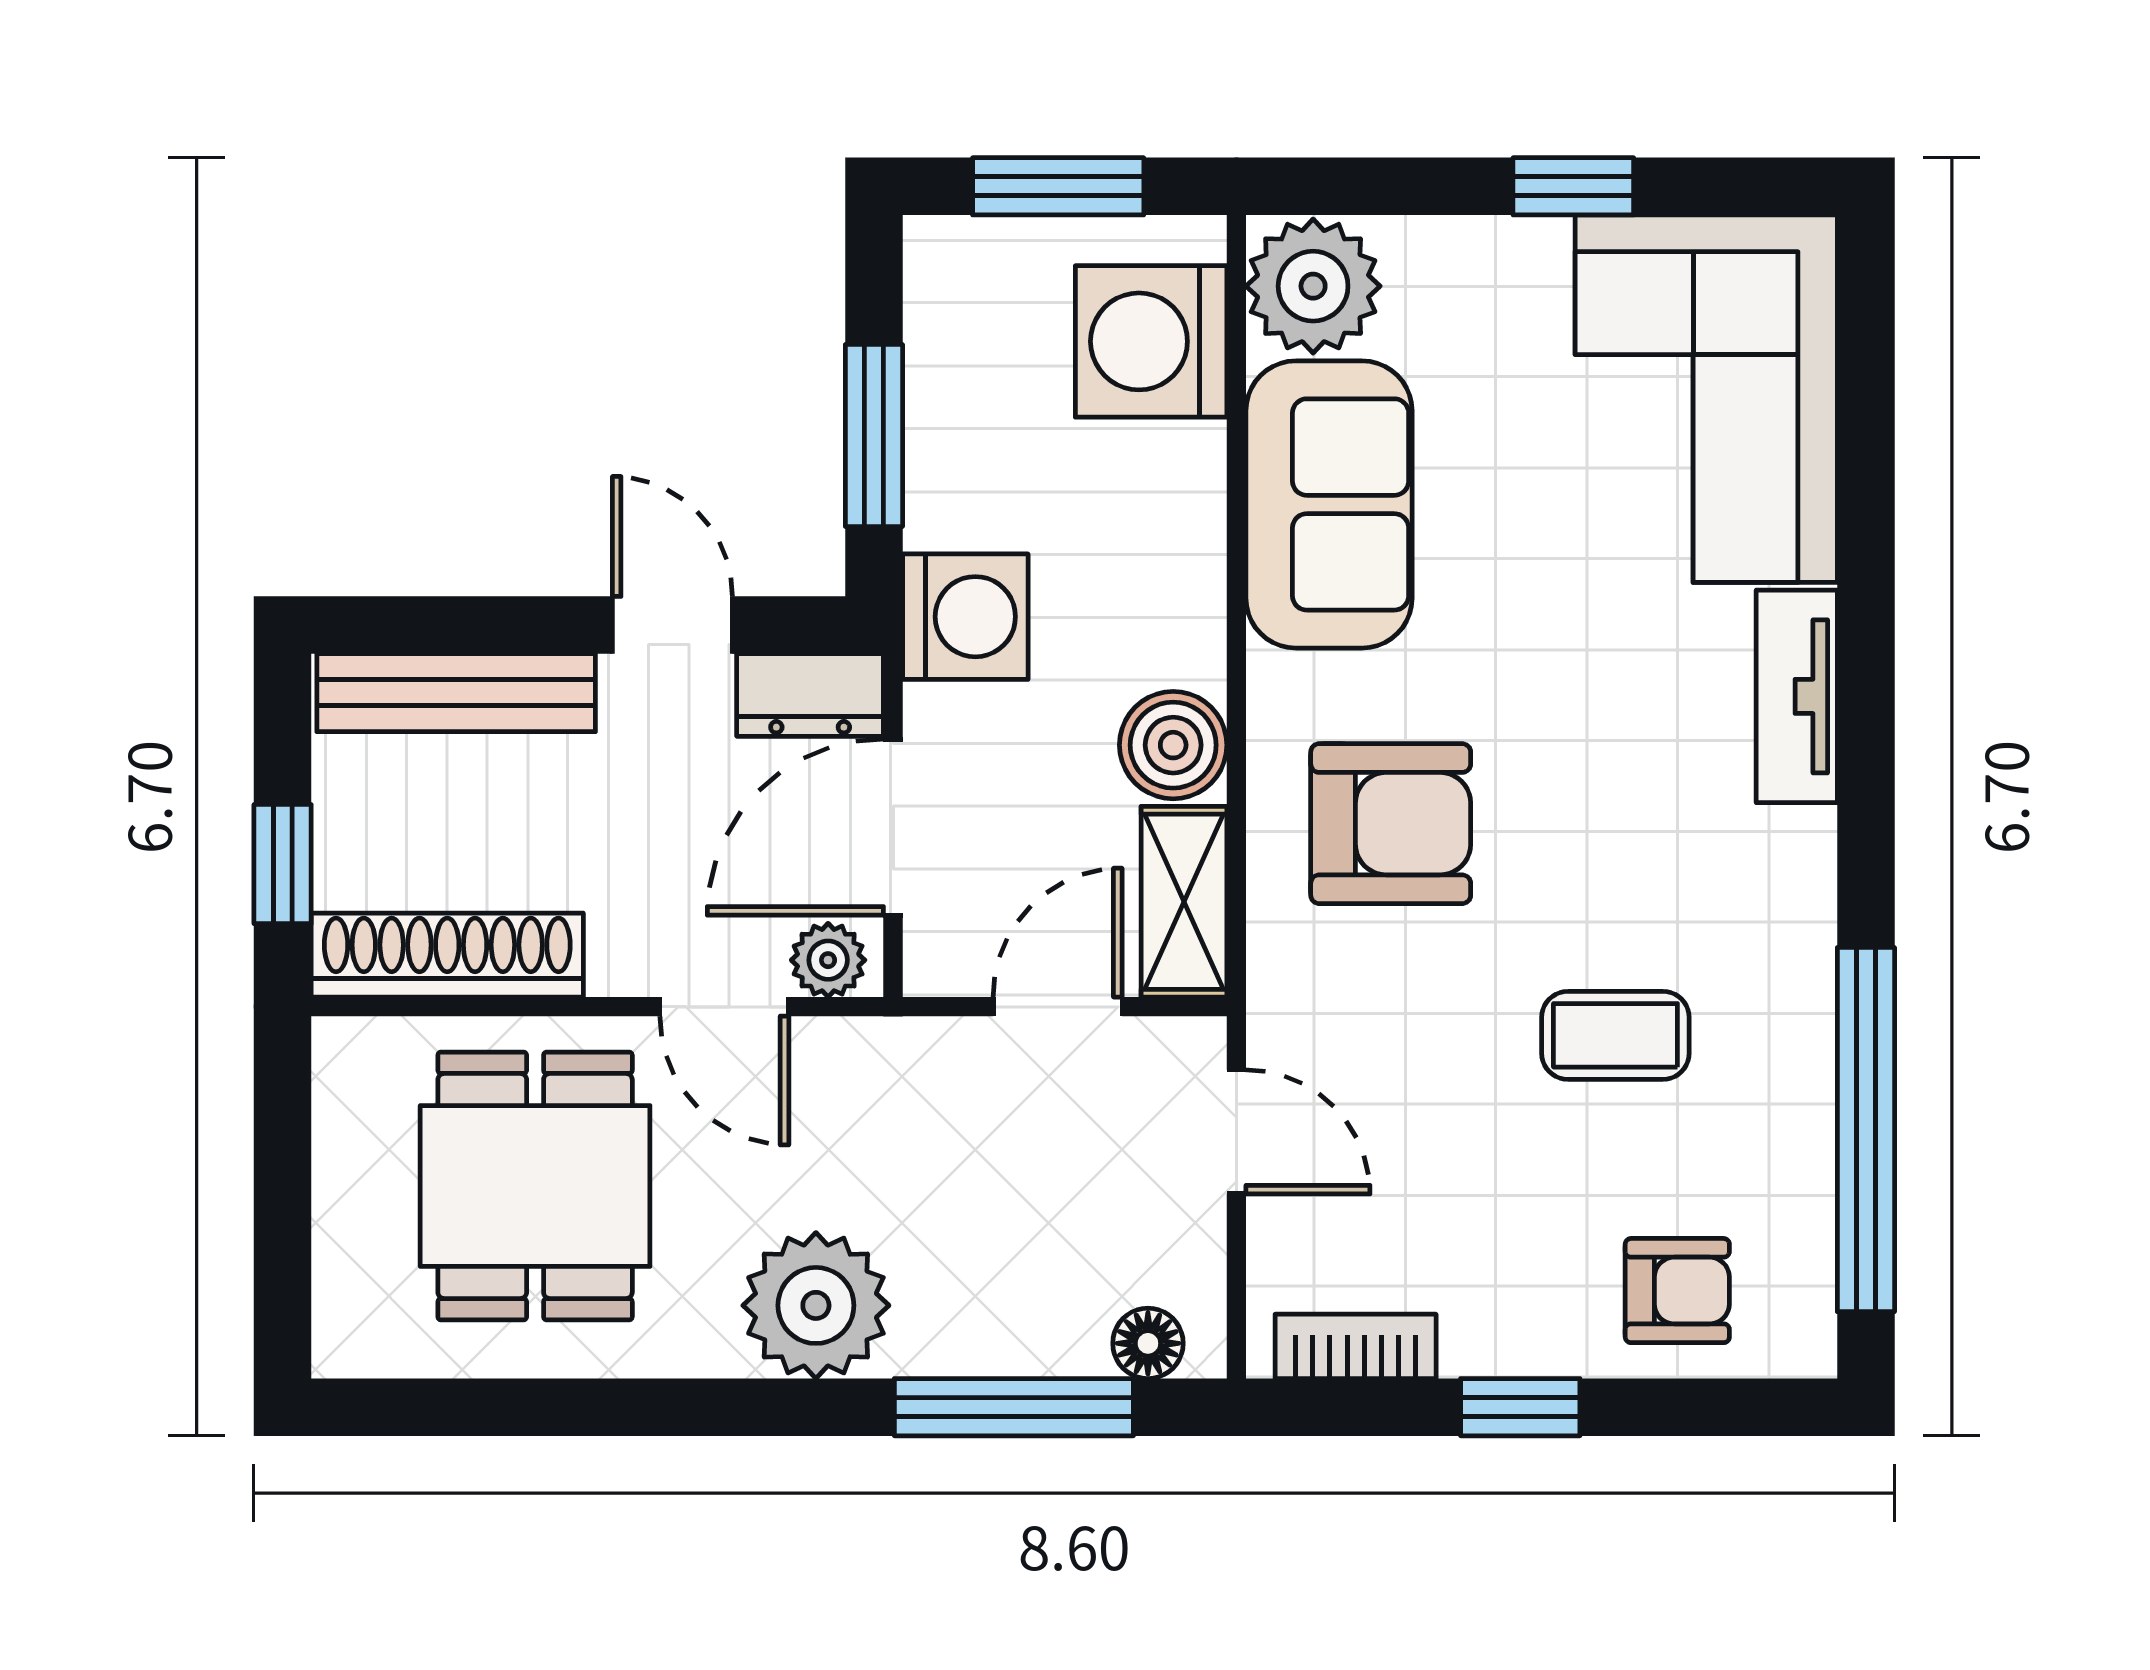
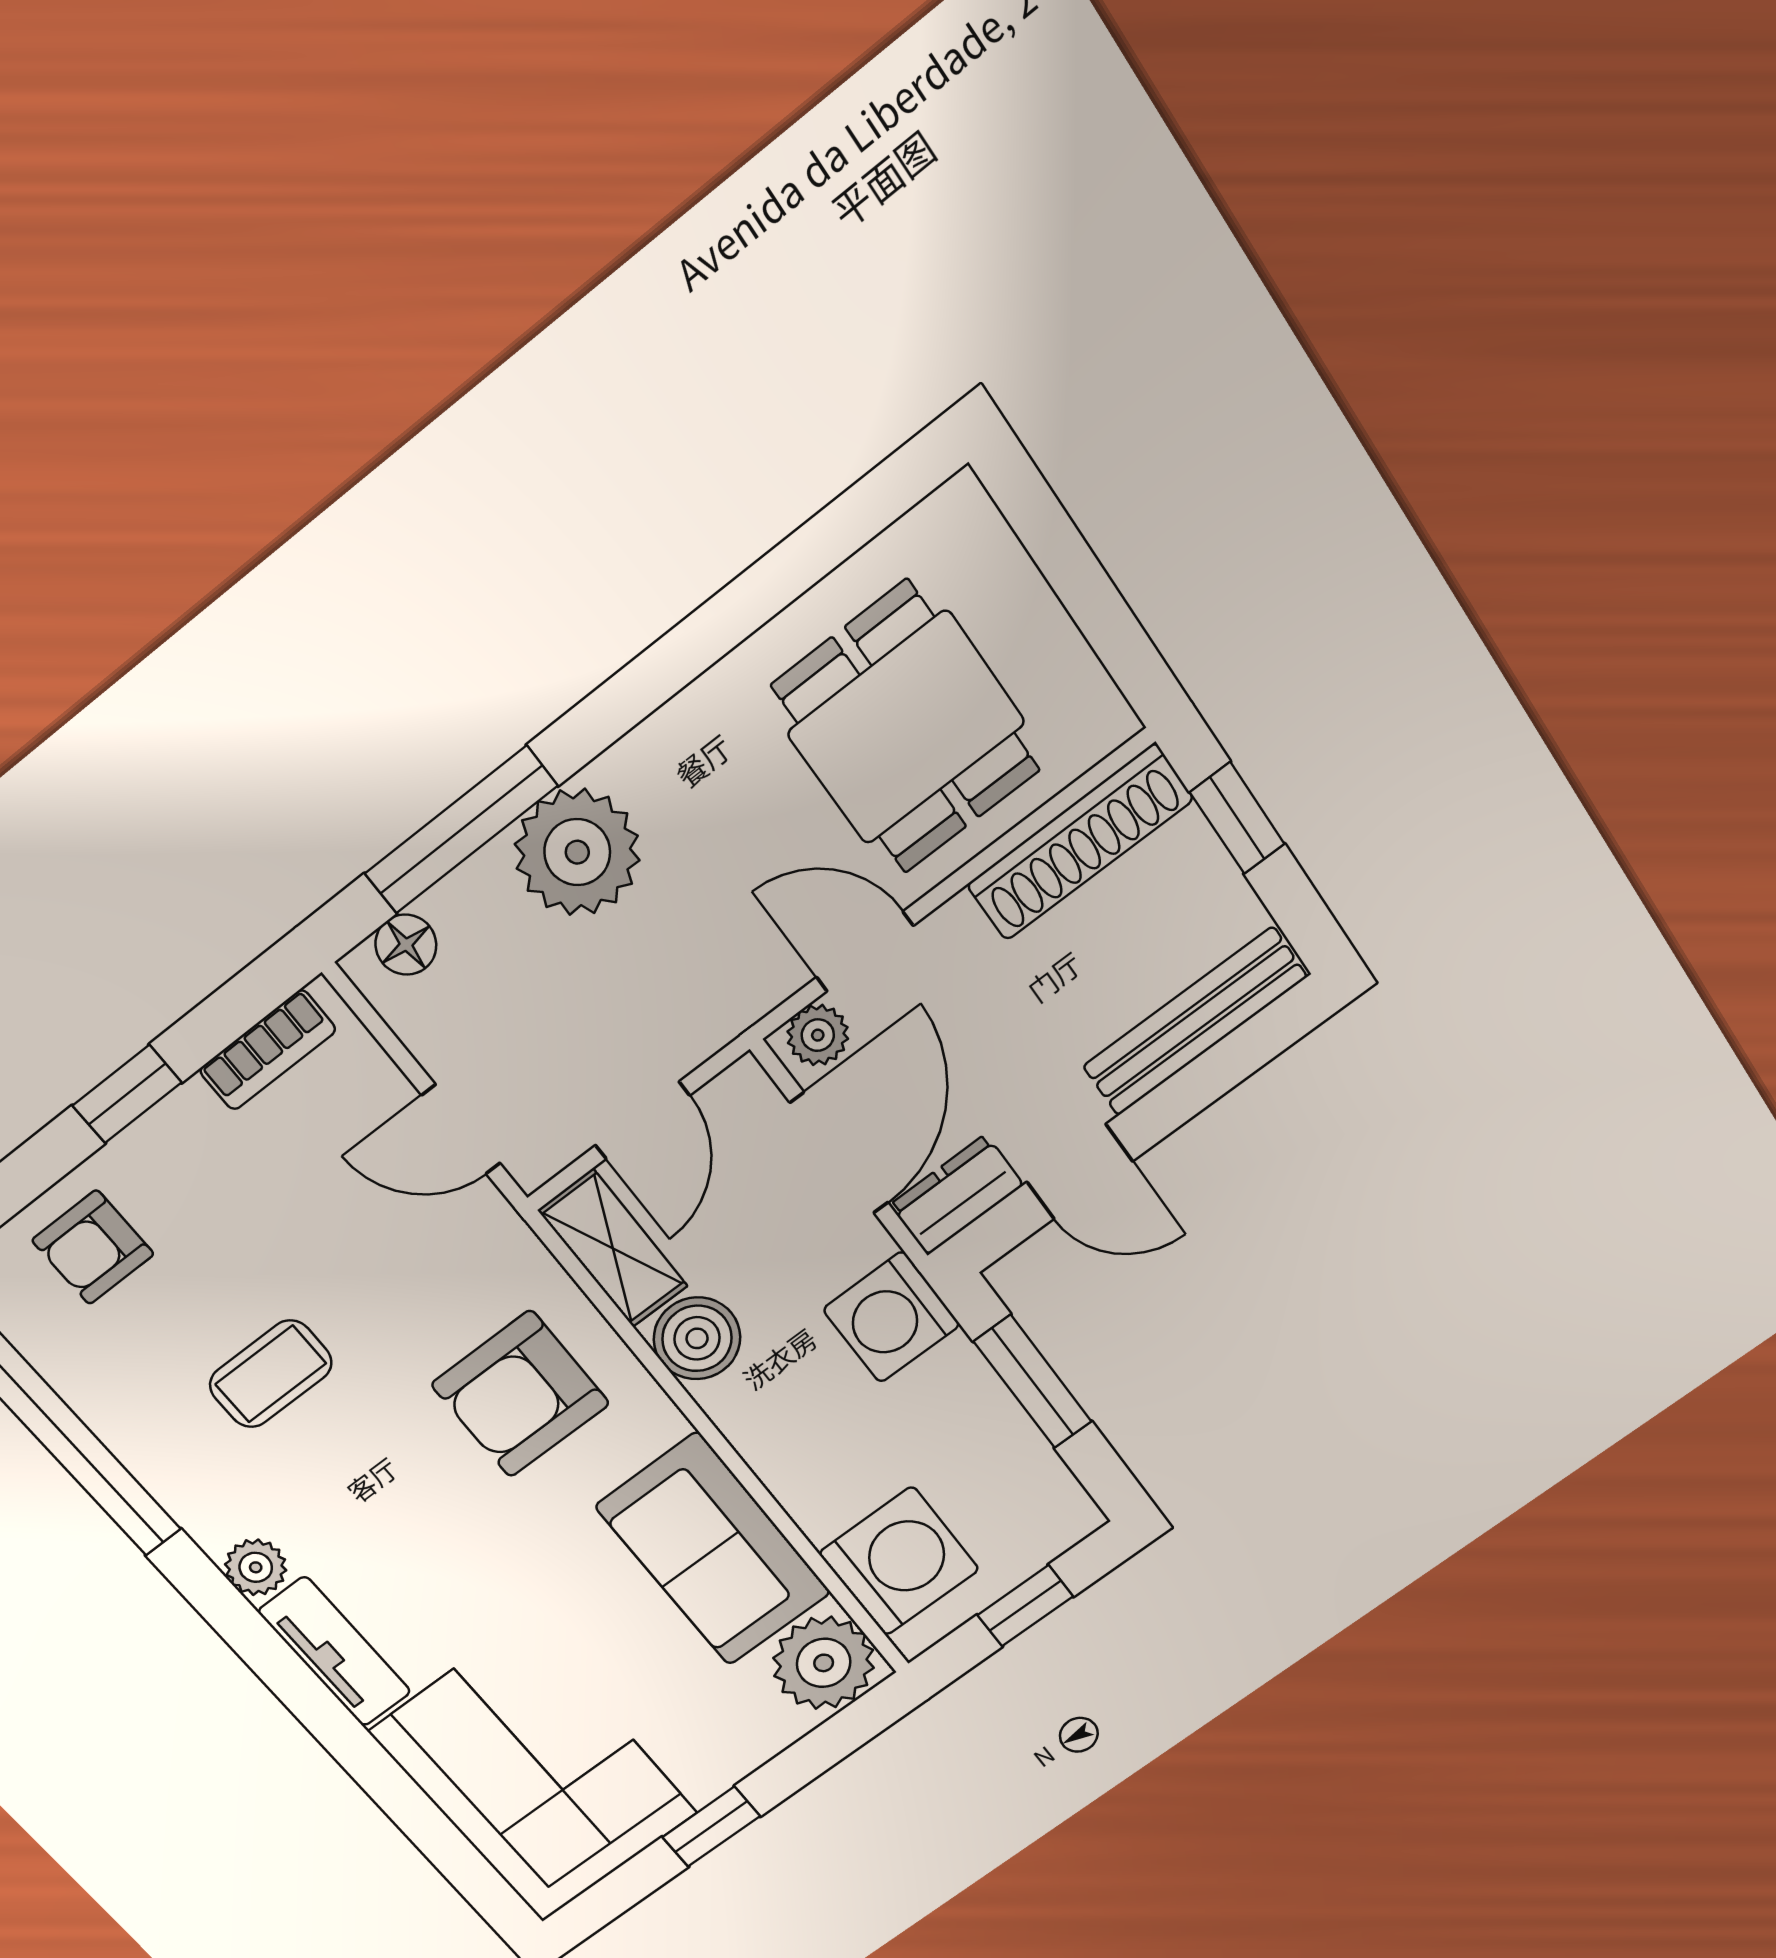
window: (1058, 186) -> (1025, 1606), width x0.67
plant: (1799, 849) -> (256, 1567), added
plant: (816, 1305) -> (577, 852), moved

